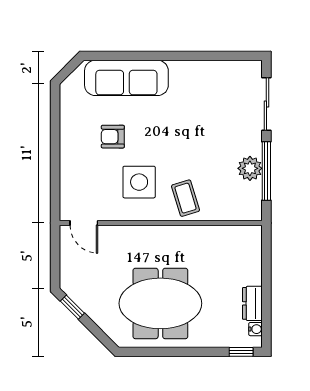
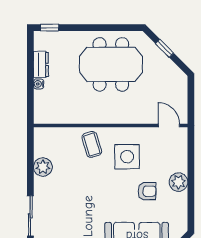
plant: (71, 149) -> (178, 182), added
window: (266, 171) -> (30, 165), removed
window: (72, 307) -> (164, 48), moved
water cooler: (255, 329) -> (39, 84), moved

